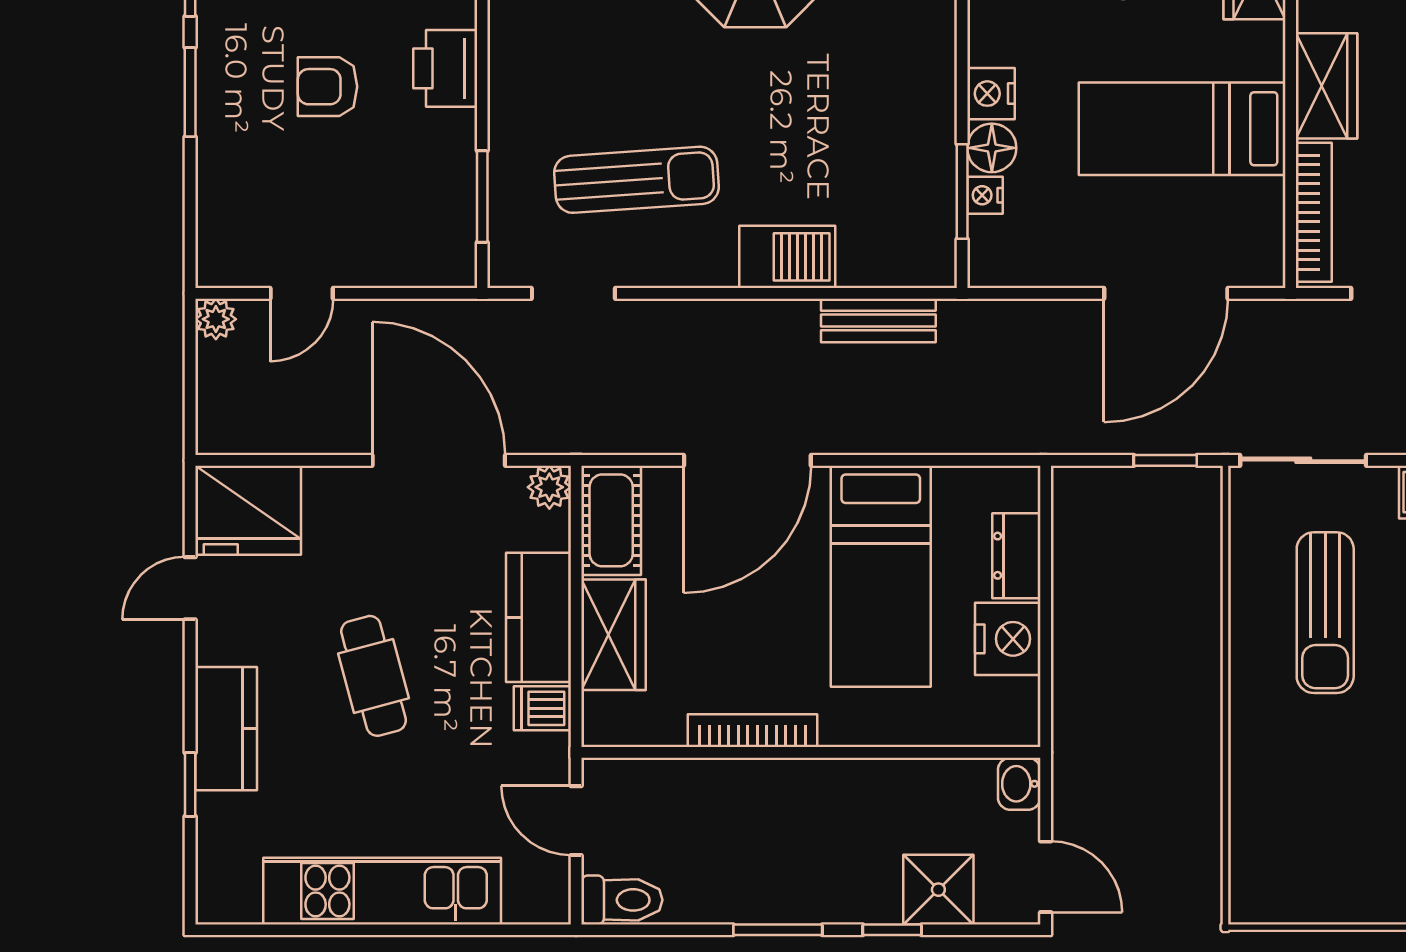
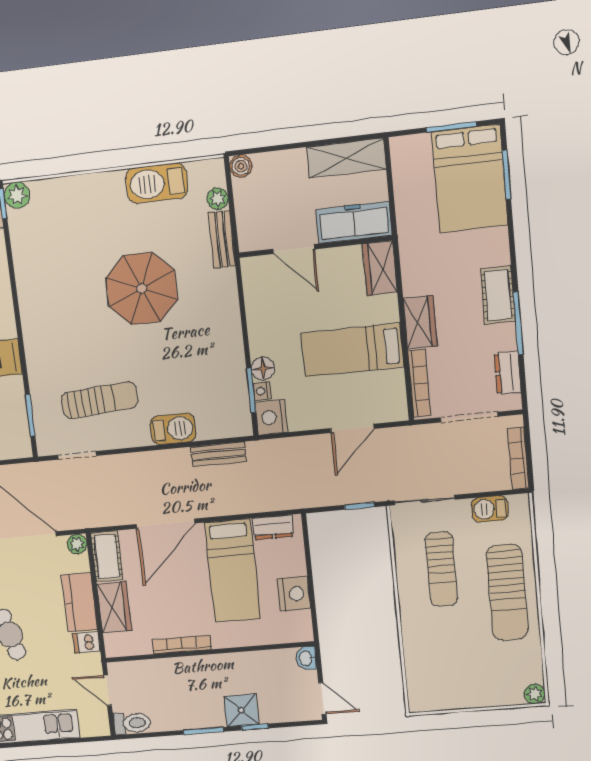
nightstand: (991, 94) -> (271, 417), moved, width x1.36, depth x1.33
door: (1166, 293) -> (352, 428), width x0.73
dresser: (1016, 556) -> (273, 527), moved, turned -90
shower: (938, 890) -> (241, 710), moved

